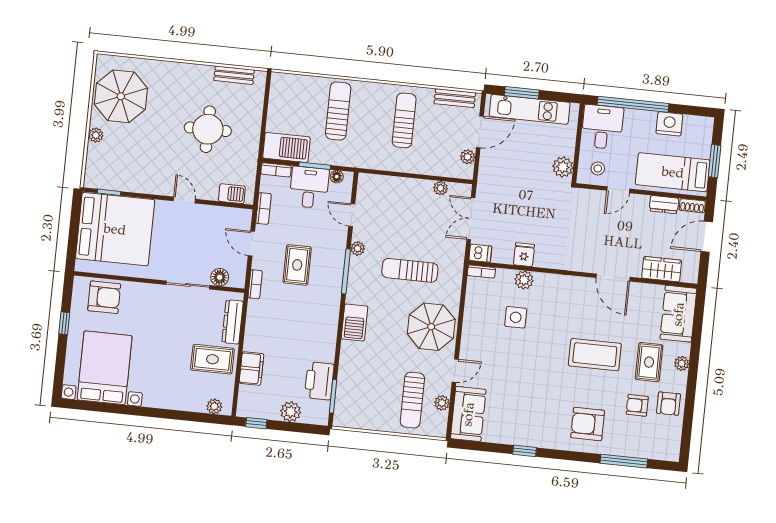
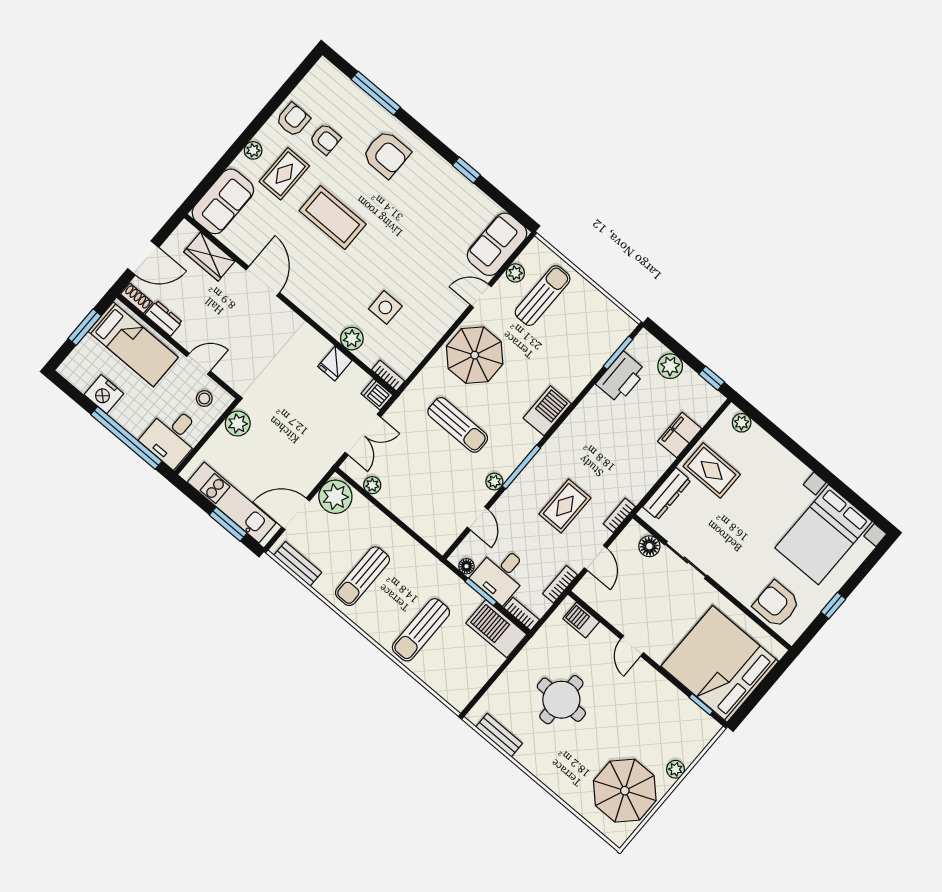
plant: (468, 157) -> (335, 497), width x1.88, depth x1.88

